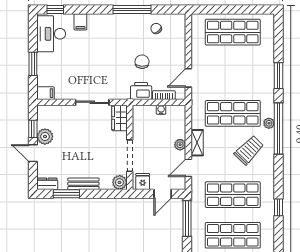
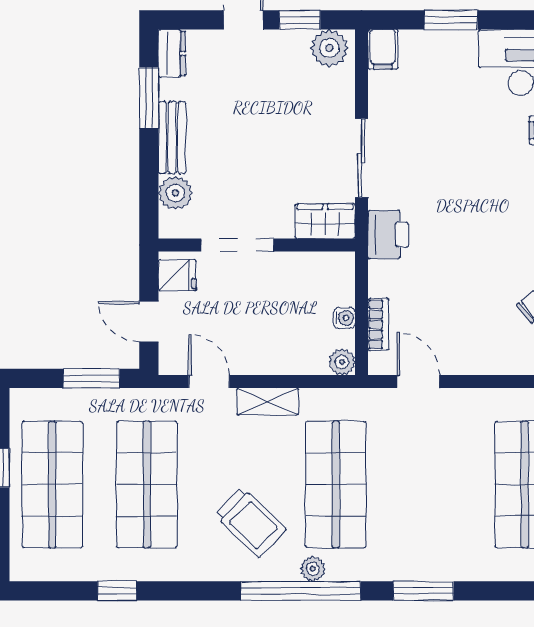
chair: (142, 62) -> (456, 274), removed
printer: (141, 91) -> (388, 234), moved
plant: (45, 137) -> (329, 48), moved
plant: (180, 145) -> (342, 362), moved
plant: (120, 182) -> (175, 193), moved
window: (187, 218) -> (91, 378), width x0.69

